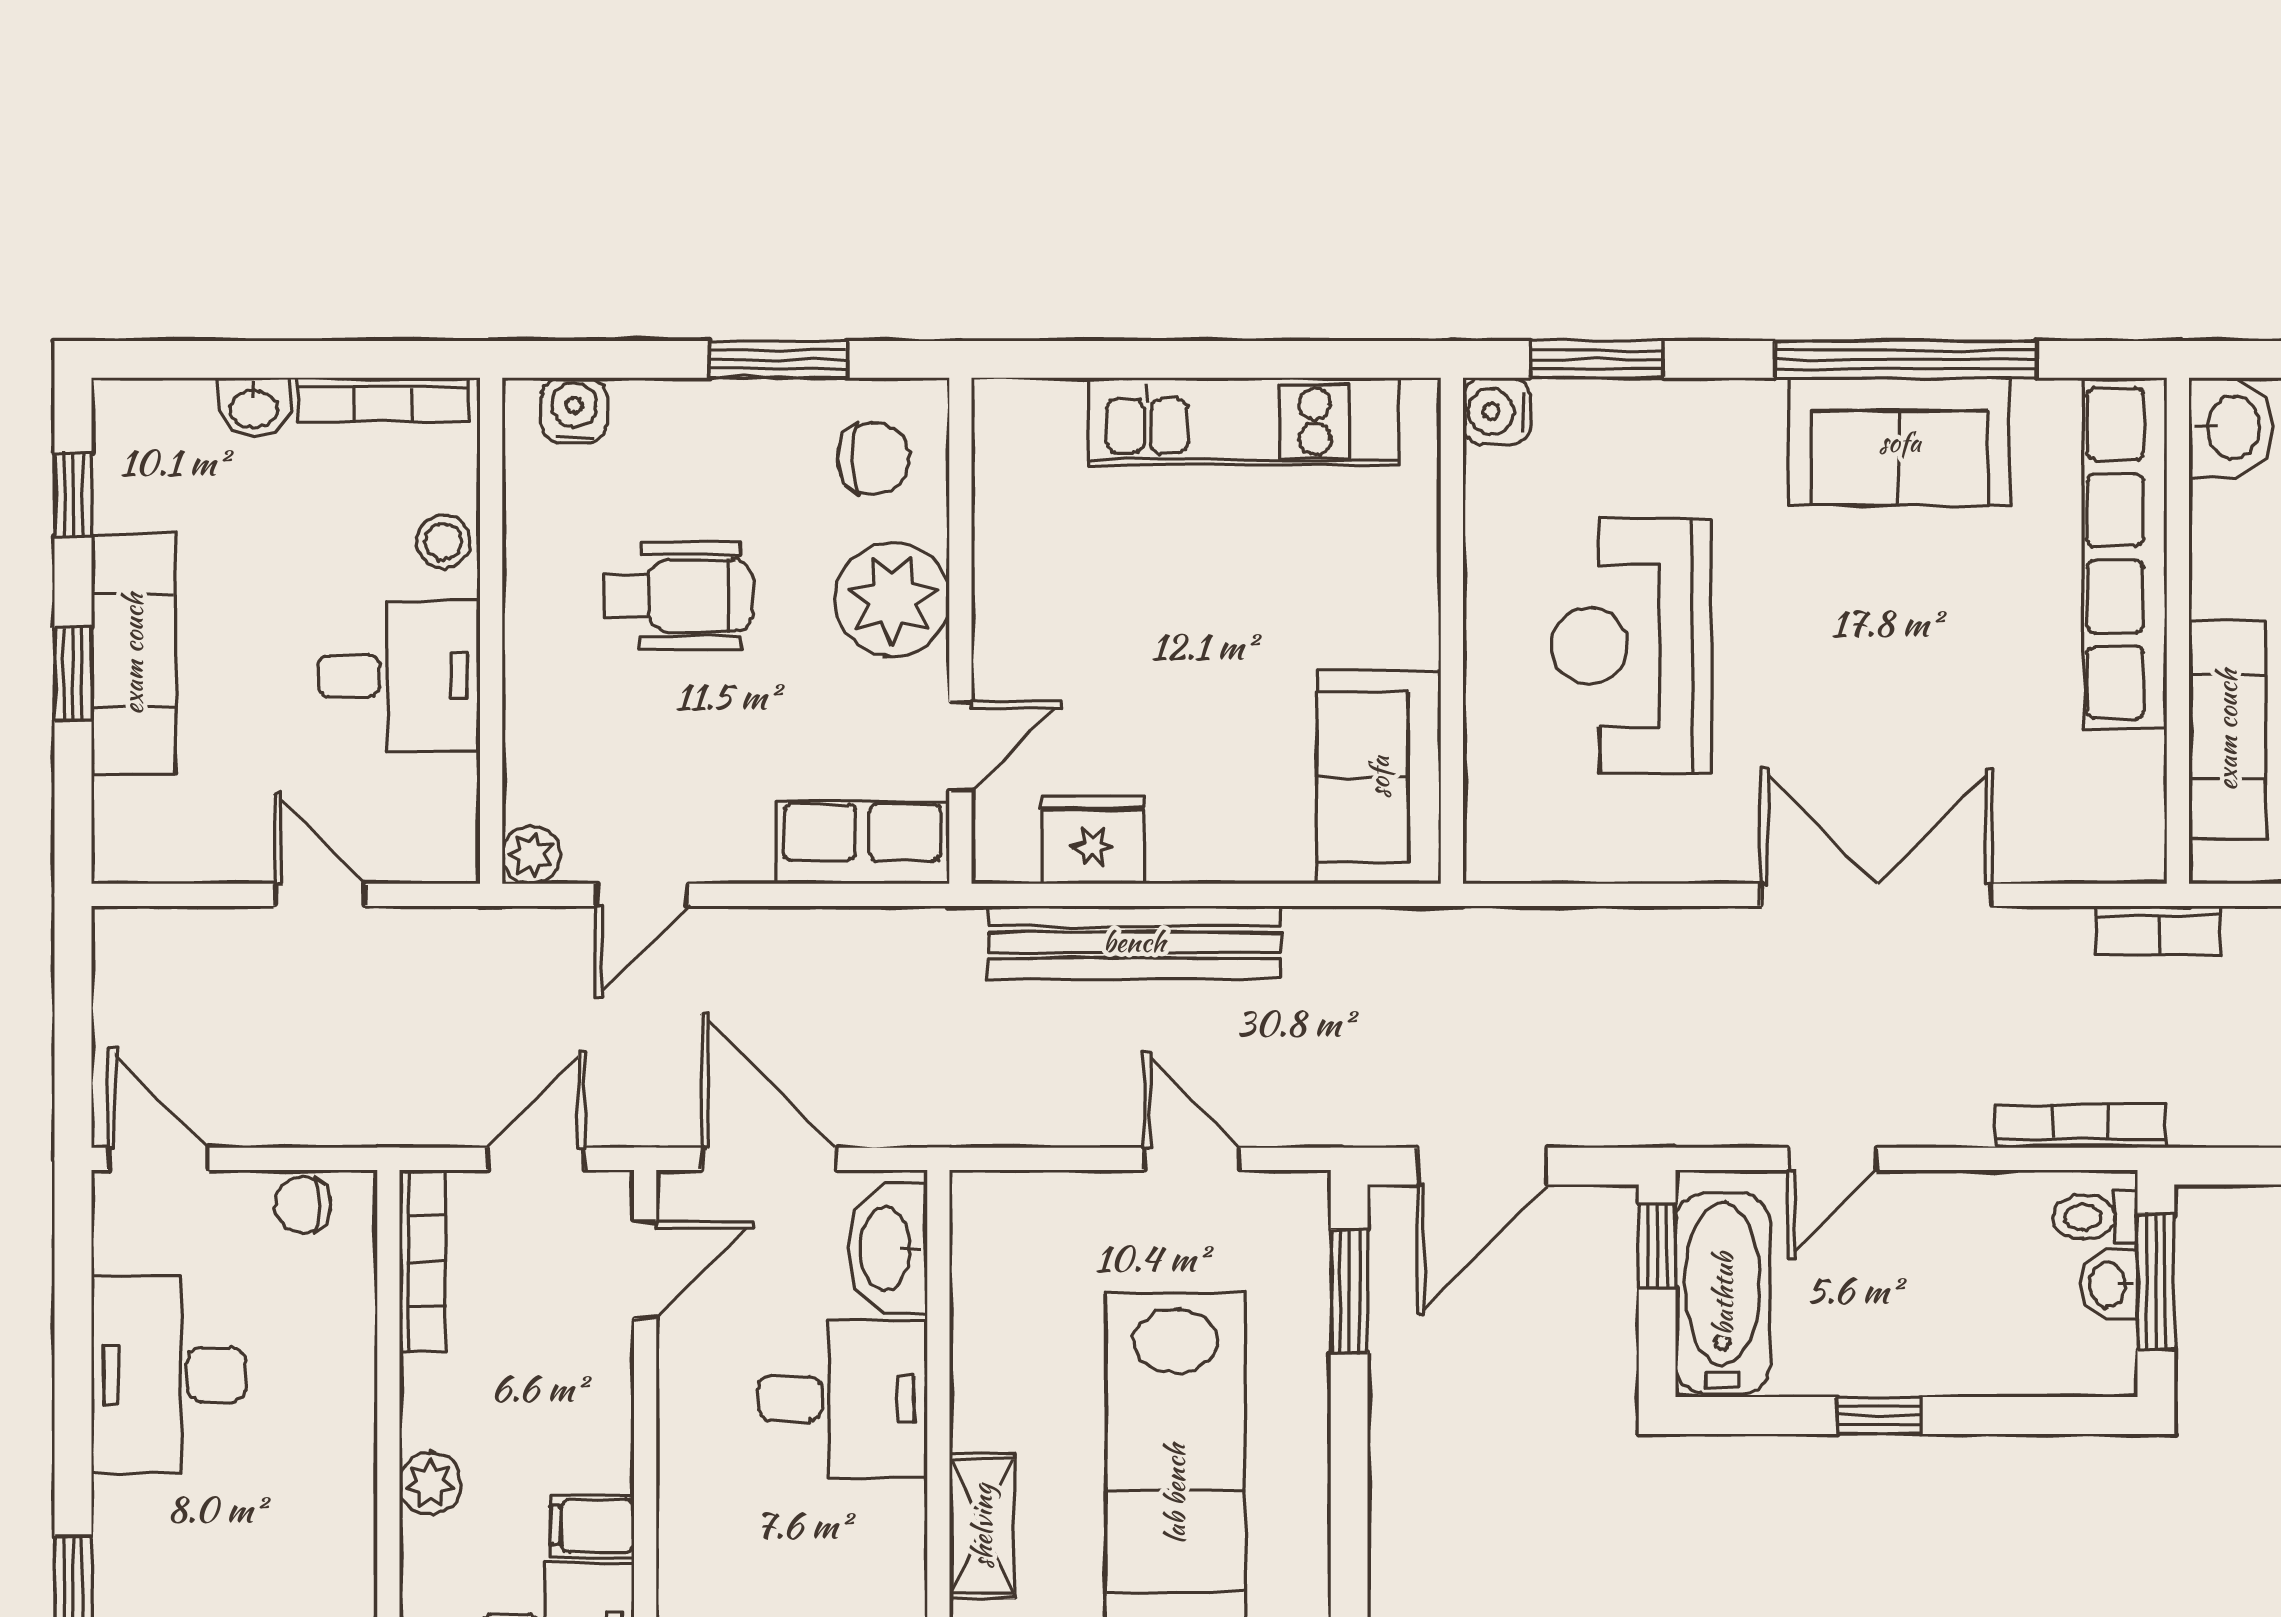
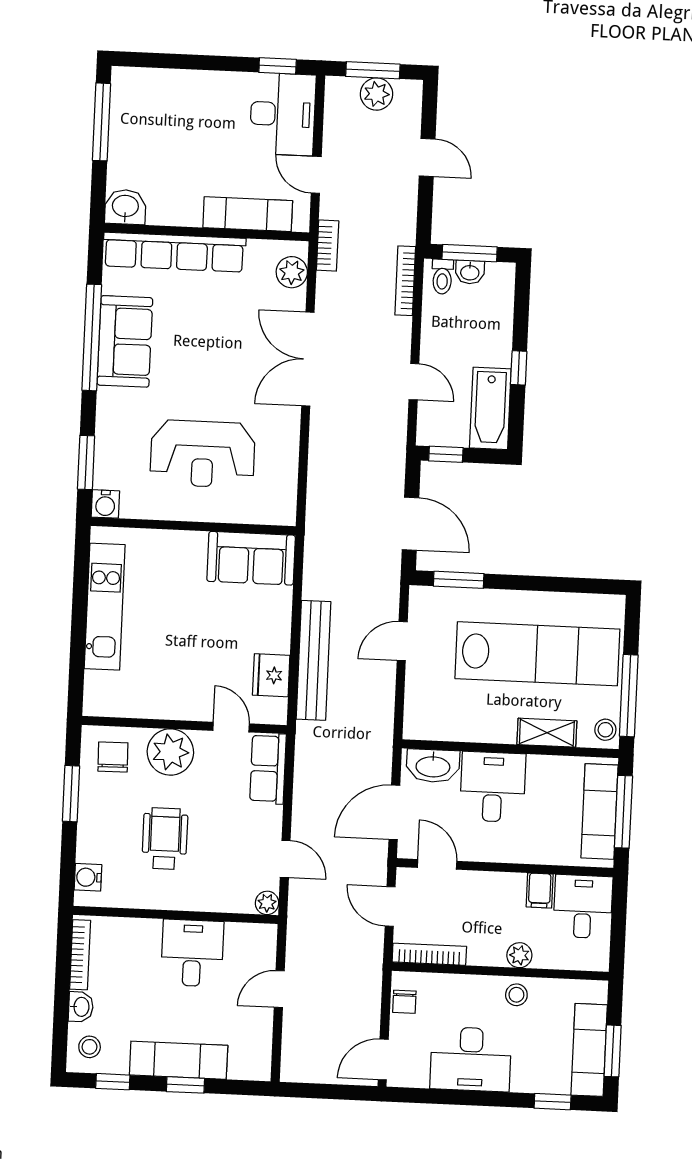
stool: (443, 542) -> (90, 1047), moved
plant: (2089, 845) -> (292, 272), added
bathtub: (1723, 1294) -> (490, 408), moved, turned -90
stool: (332, 1480) -> (516, 995), added

